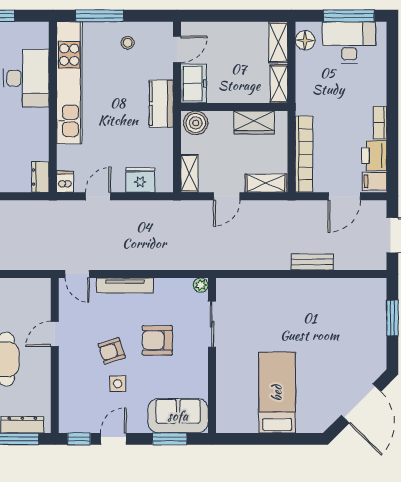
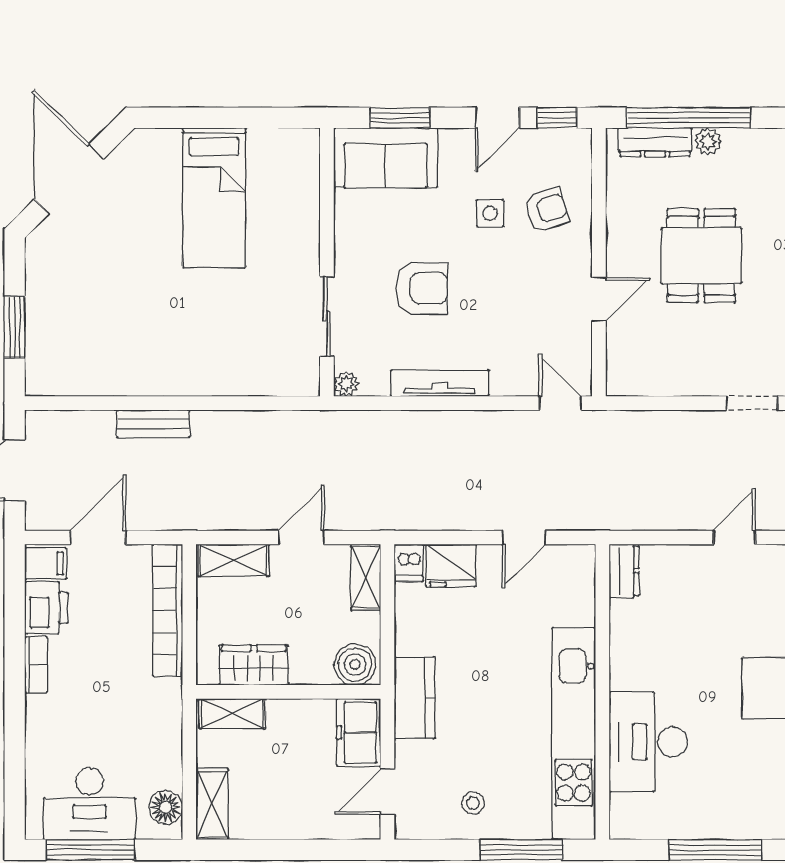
shelving: (279, 84) -> (232, 714), moved, turned 90
dishwasher: (65, 182) -> (409, 563), moved
tv unit: (125, 285) -> (440, 383), moved
armchair: (112, 351) -> (547, 210), moved

